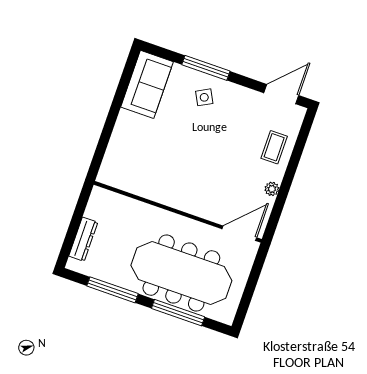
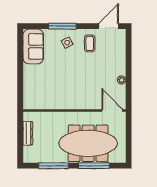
coffee table: (274, 147) -> (90, 43), moved
door: (239, 233) -> (112, 110), hinge flipped
dresser: (83, 239) -> (28, 133), moved

